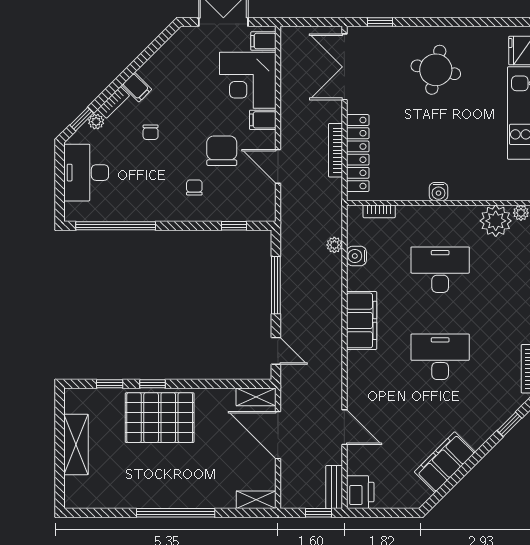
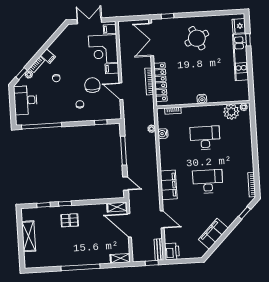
round table: (436, 70) -> (197, 38), turned -37
filing cabinet: (362, 320) -> (169, 185), moved
pallet: (160, 418) -> (70, 220), width x0.49, depth x0.50

